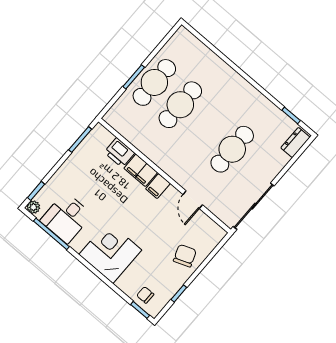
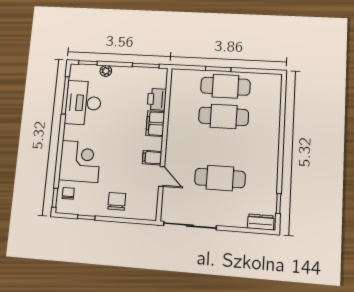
filing cabinet: (158, 186) -> (152, 158), moved
door: (193, 200) -> (162, 177), swing flipped
plant: (33, 207) -> (106, 71), moved
desk: (66, 218) -> (83, 103), width x1.37
corner desk: (110, 252) -> (80, 161), moved
chair: (185, 256) -> (117, 201), turned -69

